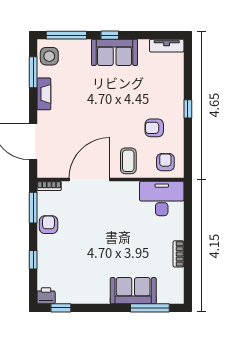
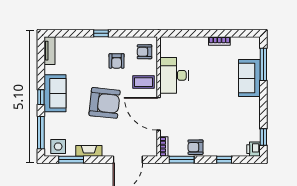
armchair: (103, 113) -> (105, 103), added
desk: (162, 198) -> (174, 75), moved

